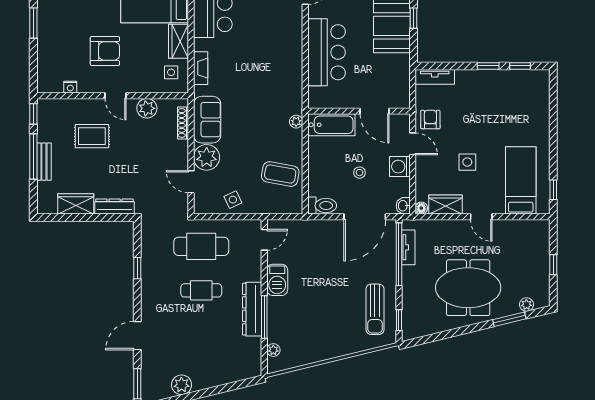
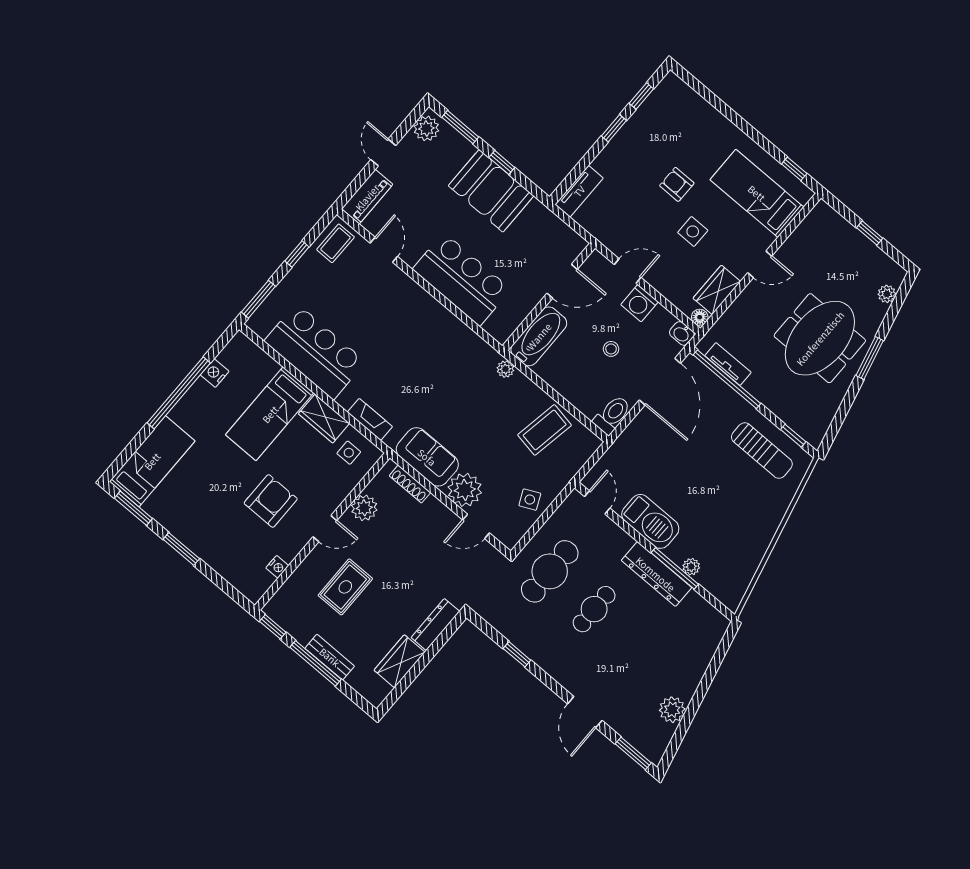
armchair: (430, 120) -> (677, 184), moved
barbecue: (277, 280) -> (650, 521), width x1.37, depth x1.21
window: (509, 319) -> (870, 358), moved
plant: (273, 350) -> (691, 567), moved

